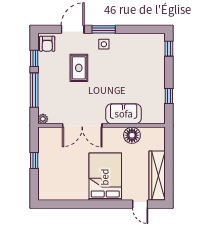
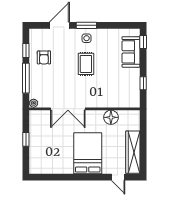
armchair: (47, 44) -> (44, 57), moved
rug: (79, 68) -> (86, 64), moved
sofa: (124, 114) -> (131, 52), moved, turned -90

